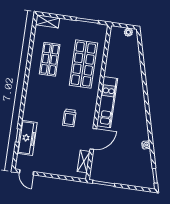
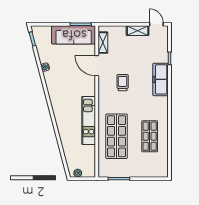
shelving: (48, 21) -> (138, 31), moved
kitchen unit: (107, 102) -> (89, 120), moved
freezer: (27, 138) -> (161, 79), moved
door: (93, 139) -> (97, 66), hinge flipped
sofa: (112, 174) -> (74, 35), added

